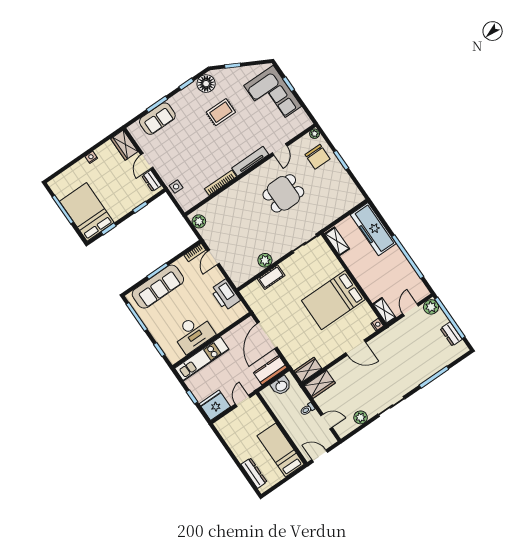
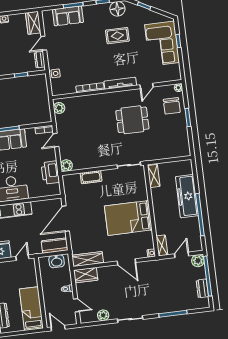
freezer: (373, 229) -> (187, 196), moved
plant: (265, 260) -> (66, 166), moved
wardrobe: (308, 370) -> (88, 259), width x1.50

